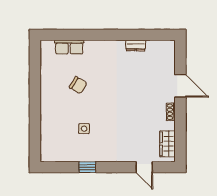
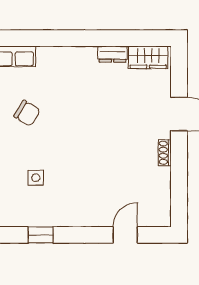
wardrobe: (167, 144) -> (148, 57), moved, turned -90
door: (144, 167) -> (125, 235), swing flipped

